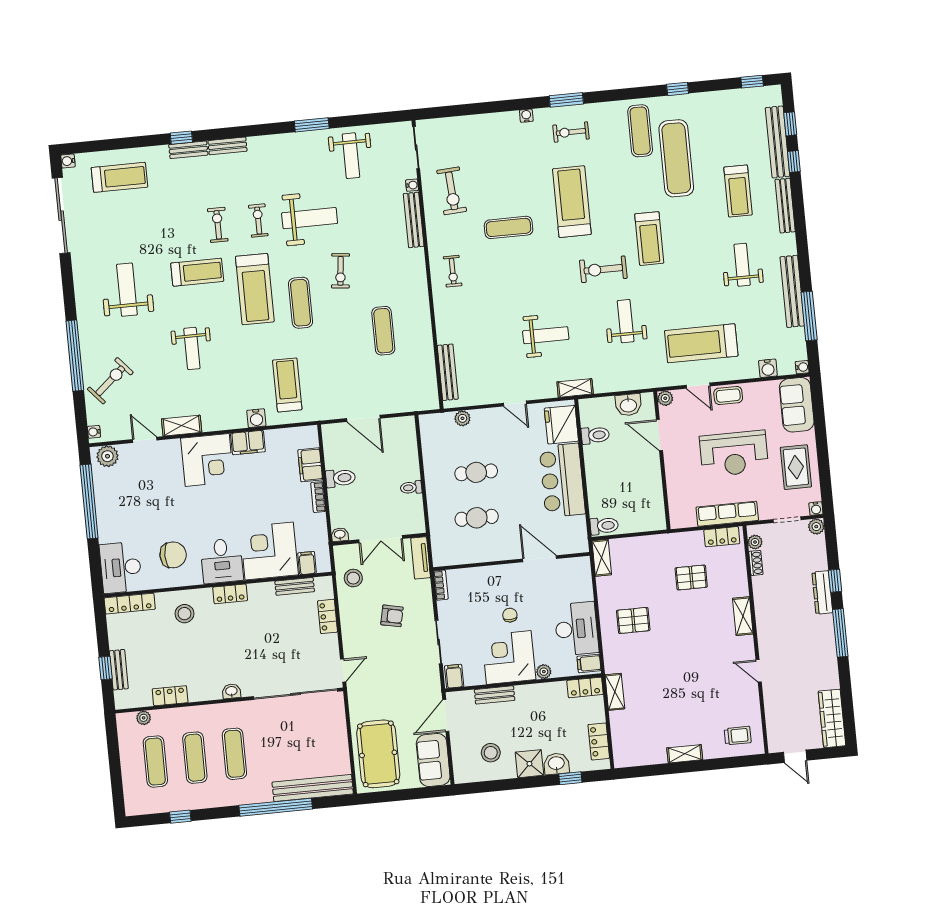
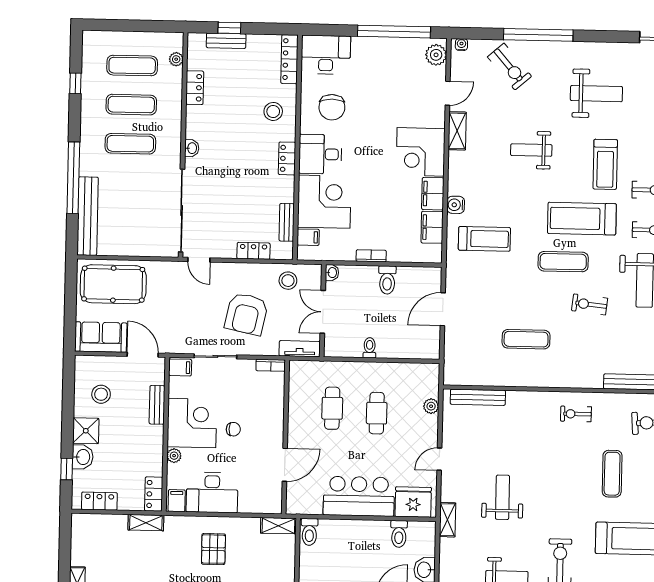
weight bench: (546, 335) -> (502, 497), turned 180
filing cabinet: (310, 465) -> (432, 227), moved, turned -90
armchair: (392, 616) -> (246, 314), width x1.88, depth x1.88

